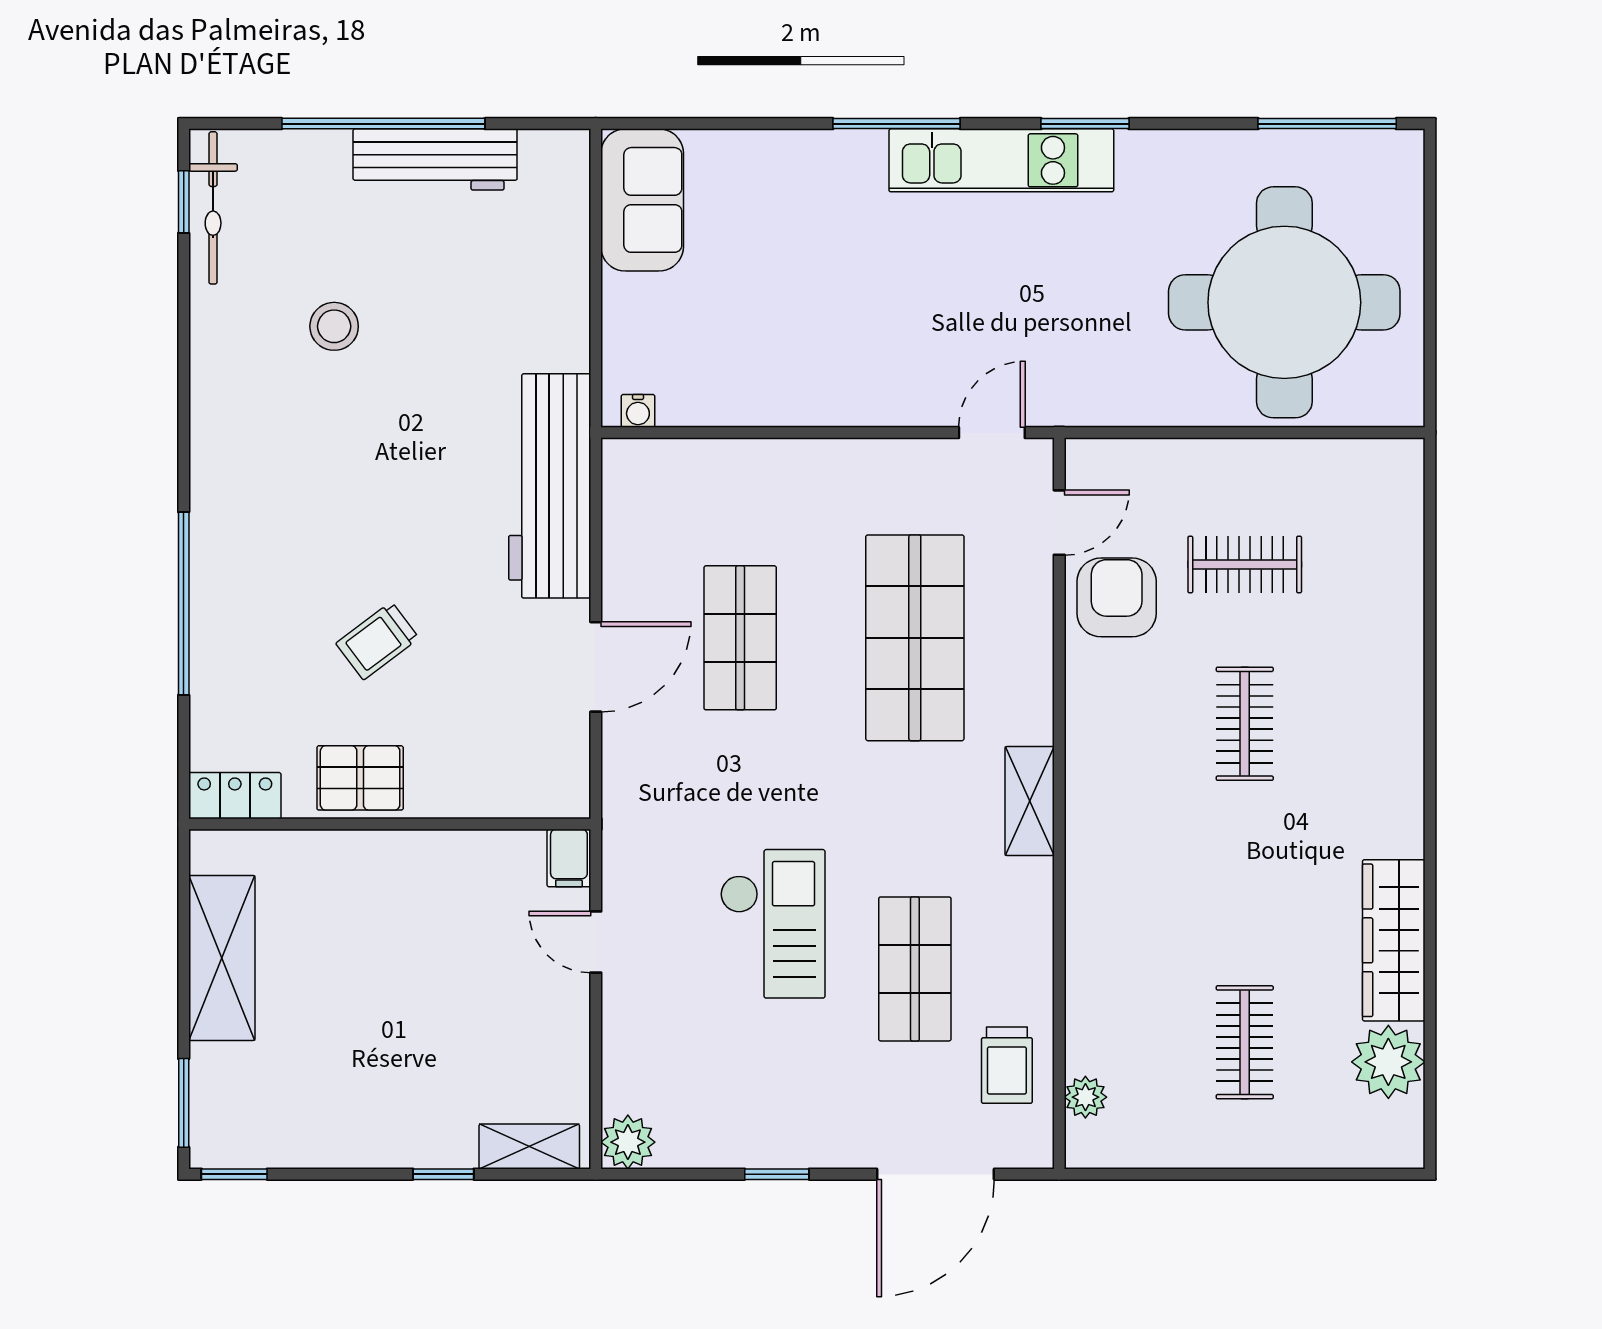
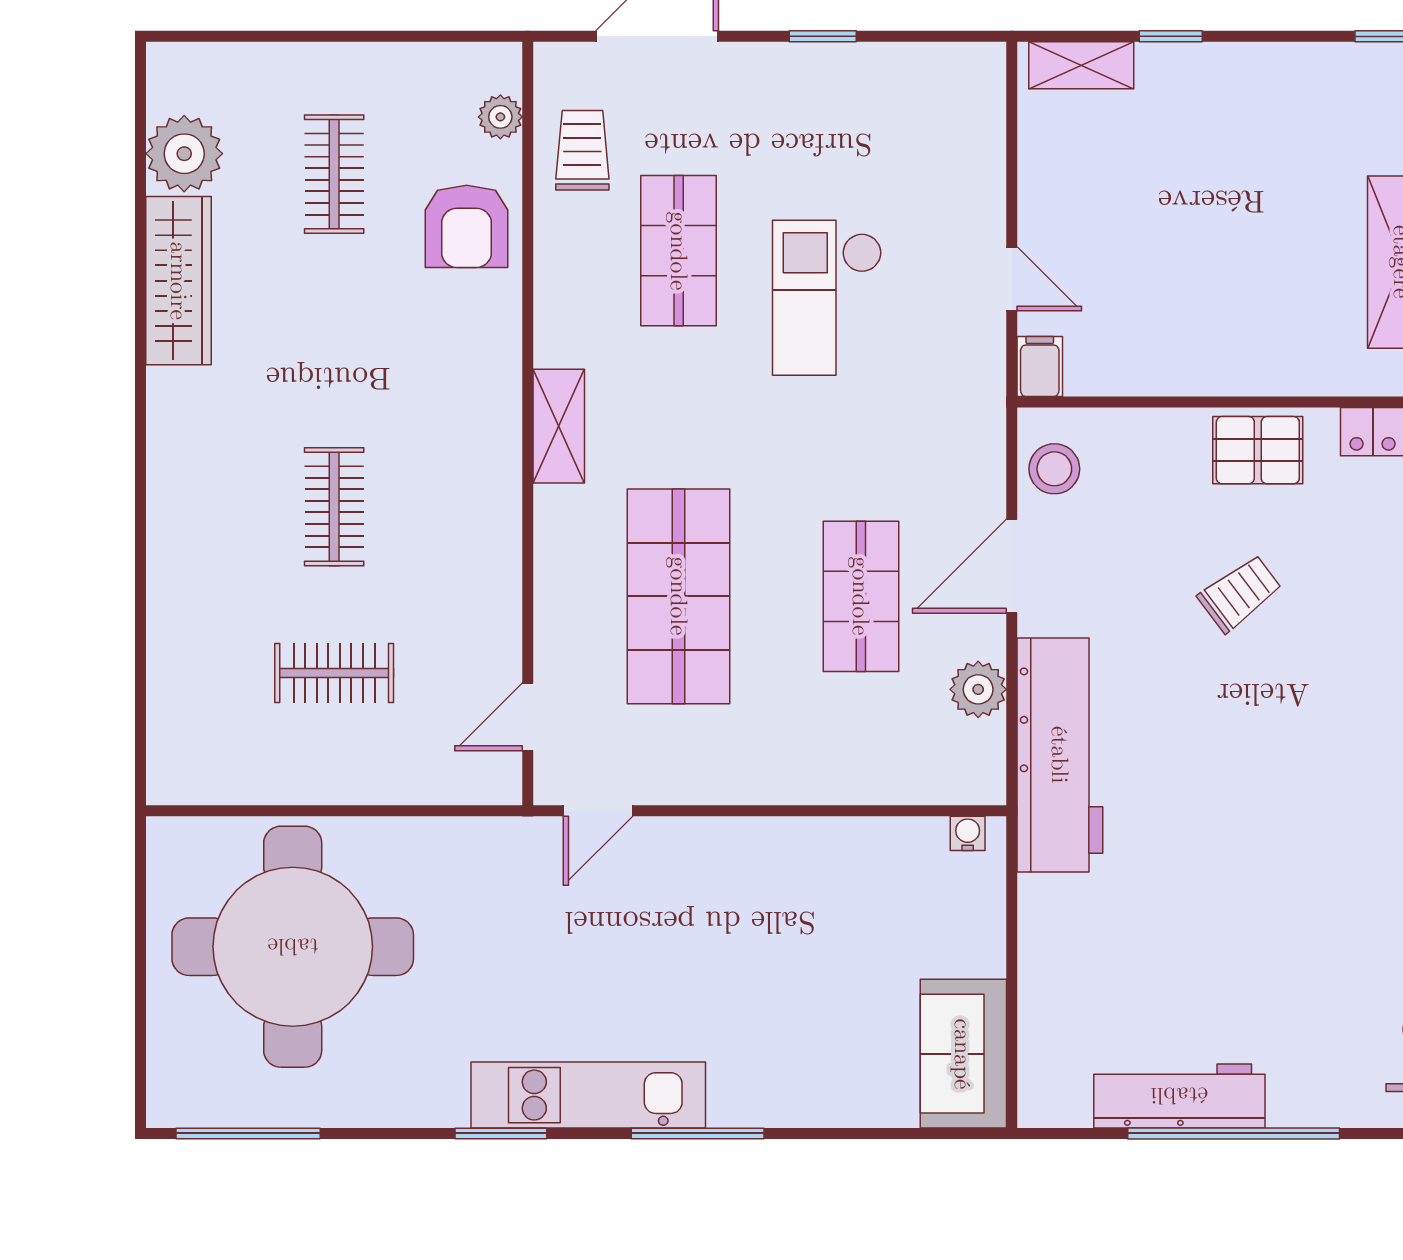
stool: (334, 326) -> (1054, 469), moved
armchair: (1117, 597) -> (467, 226), moved
plant: (628, 1142) -> (978, 689), moved

